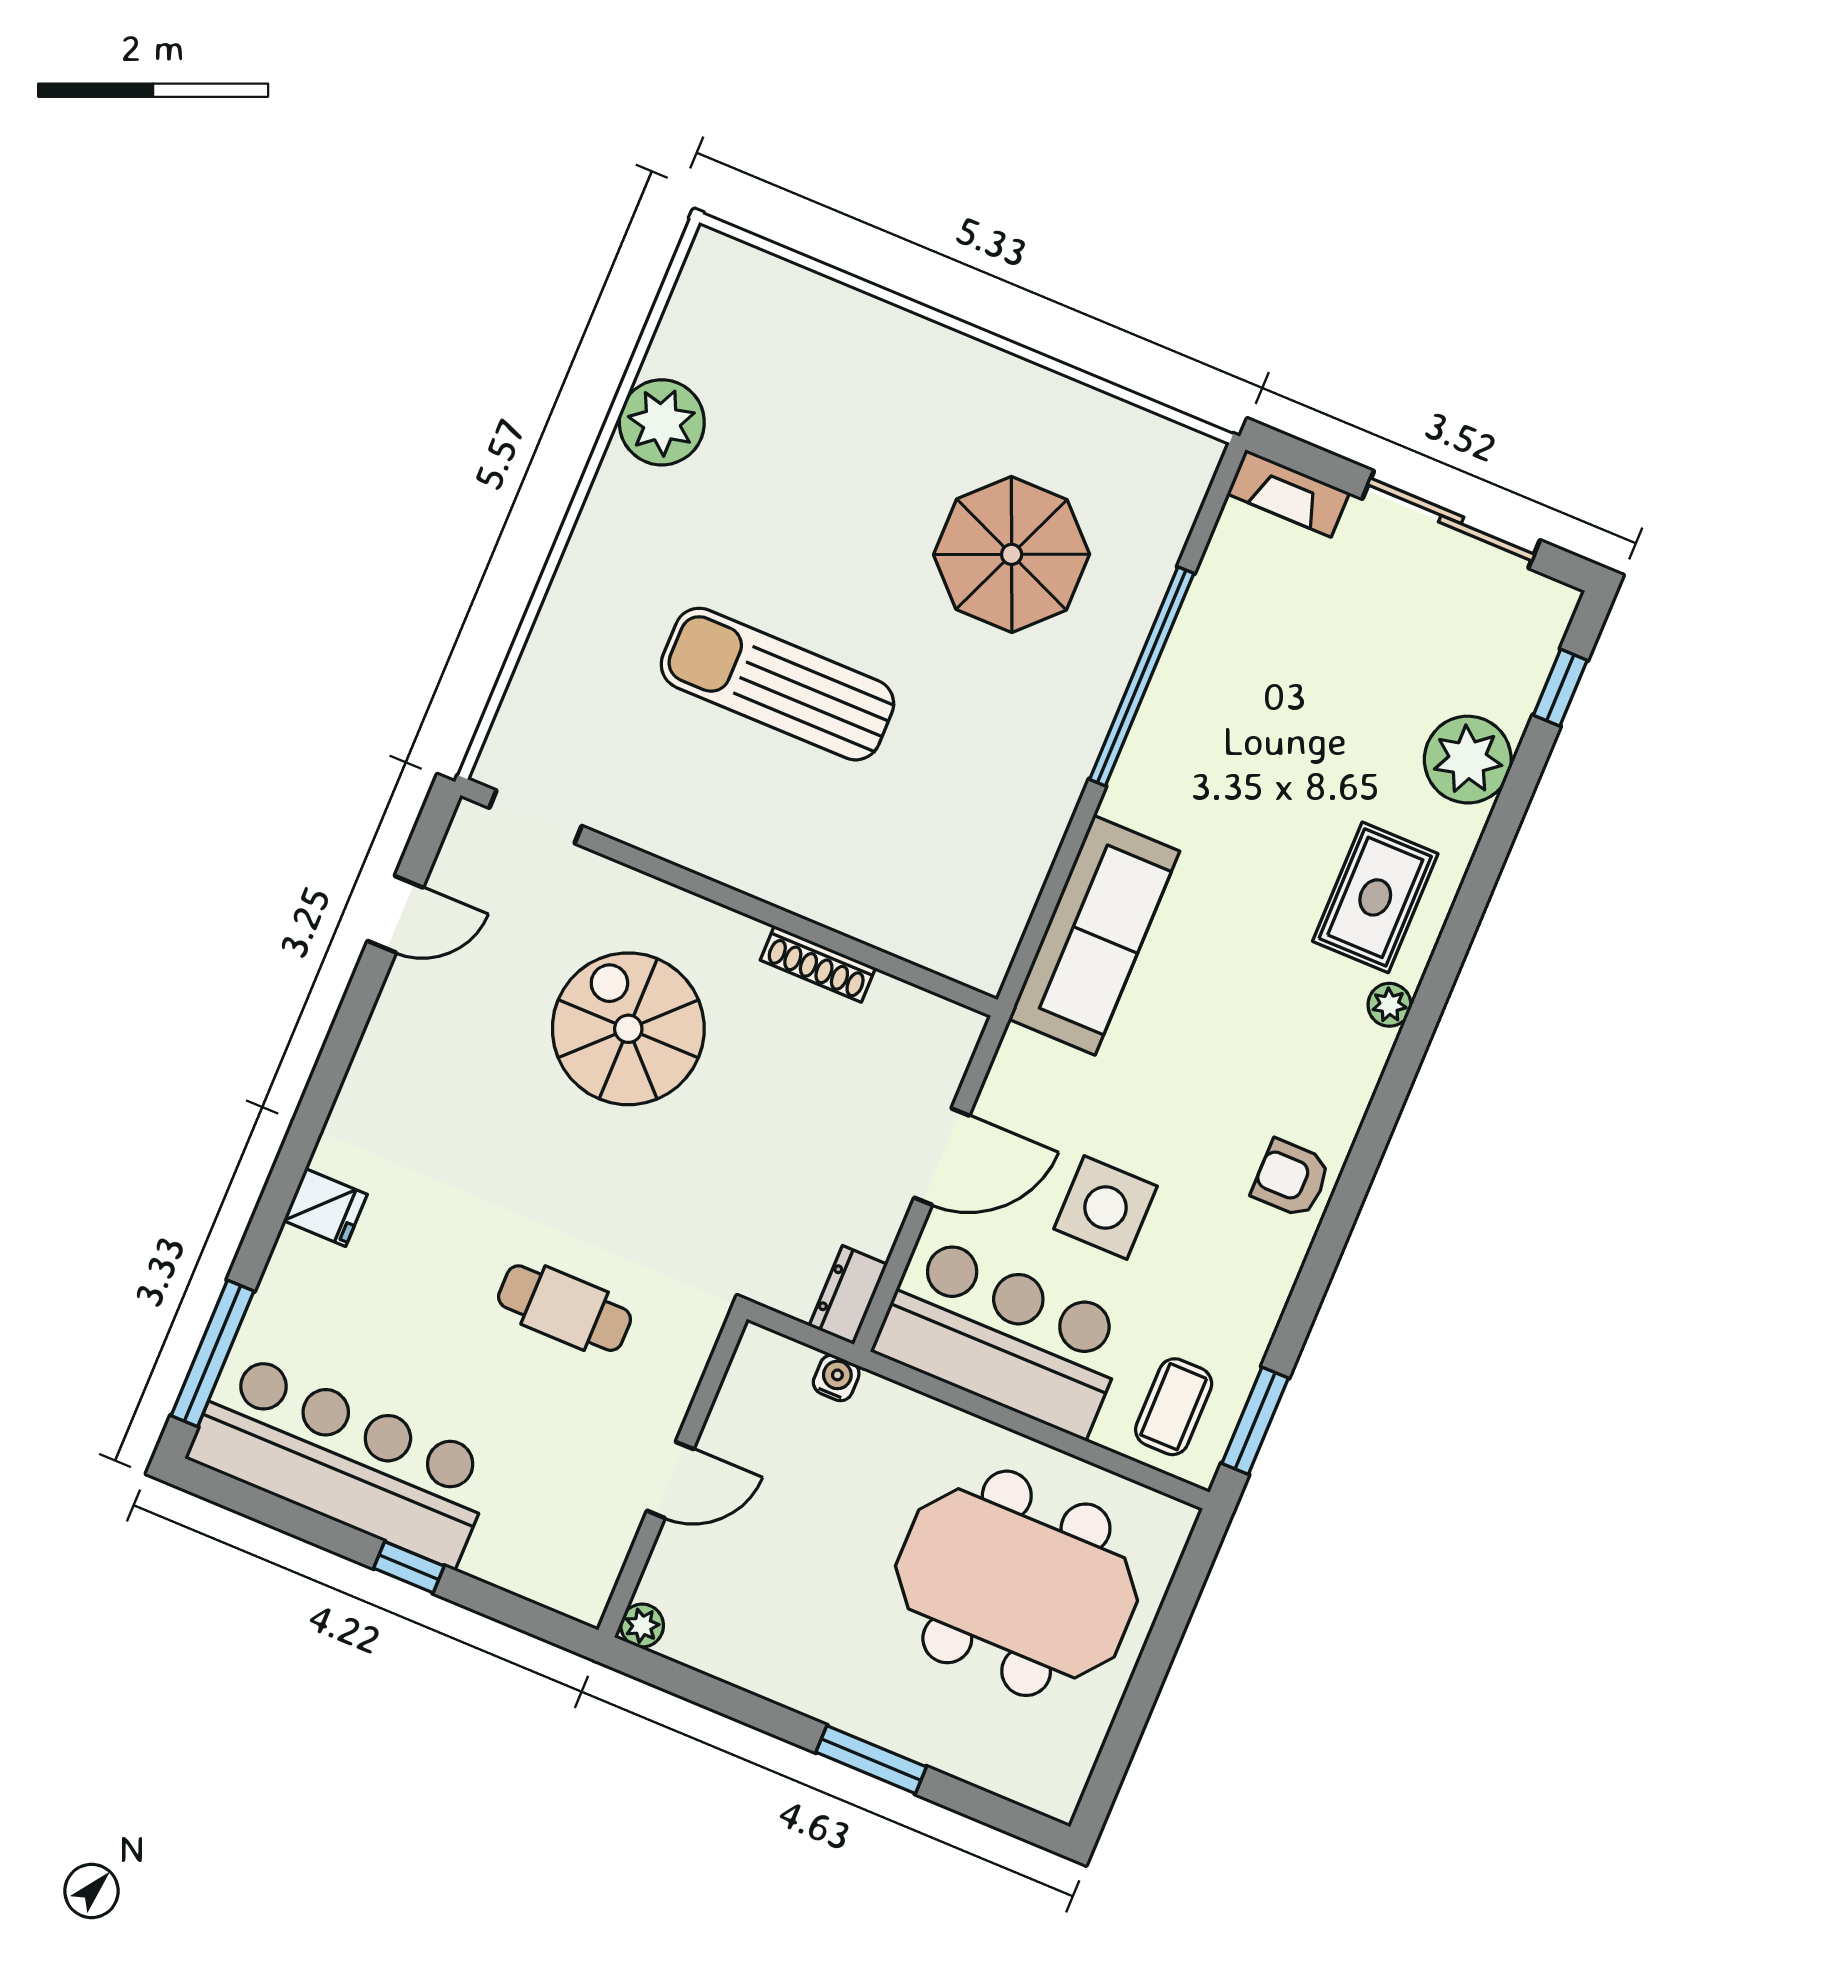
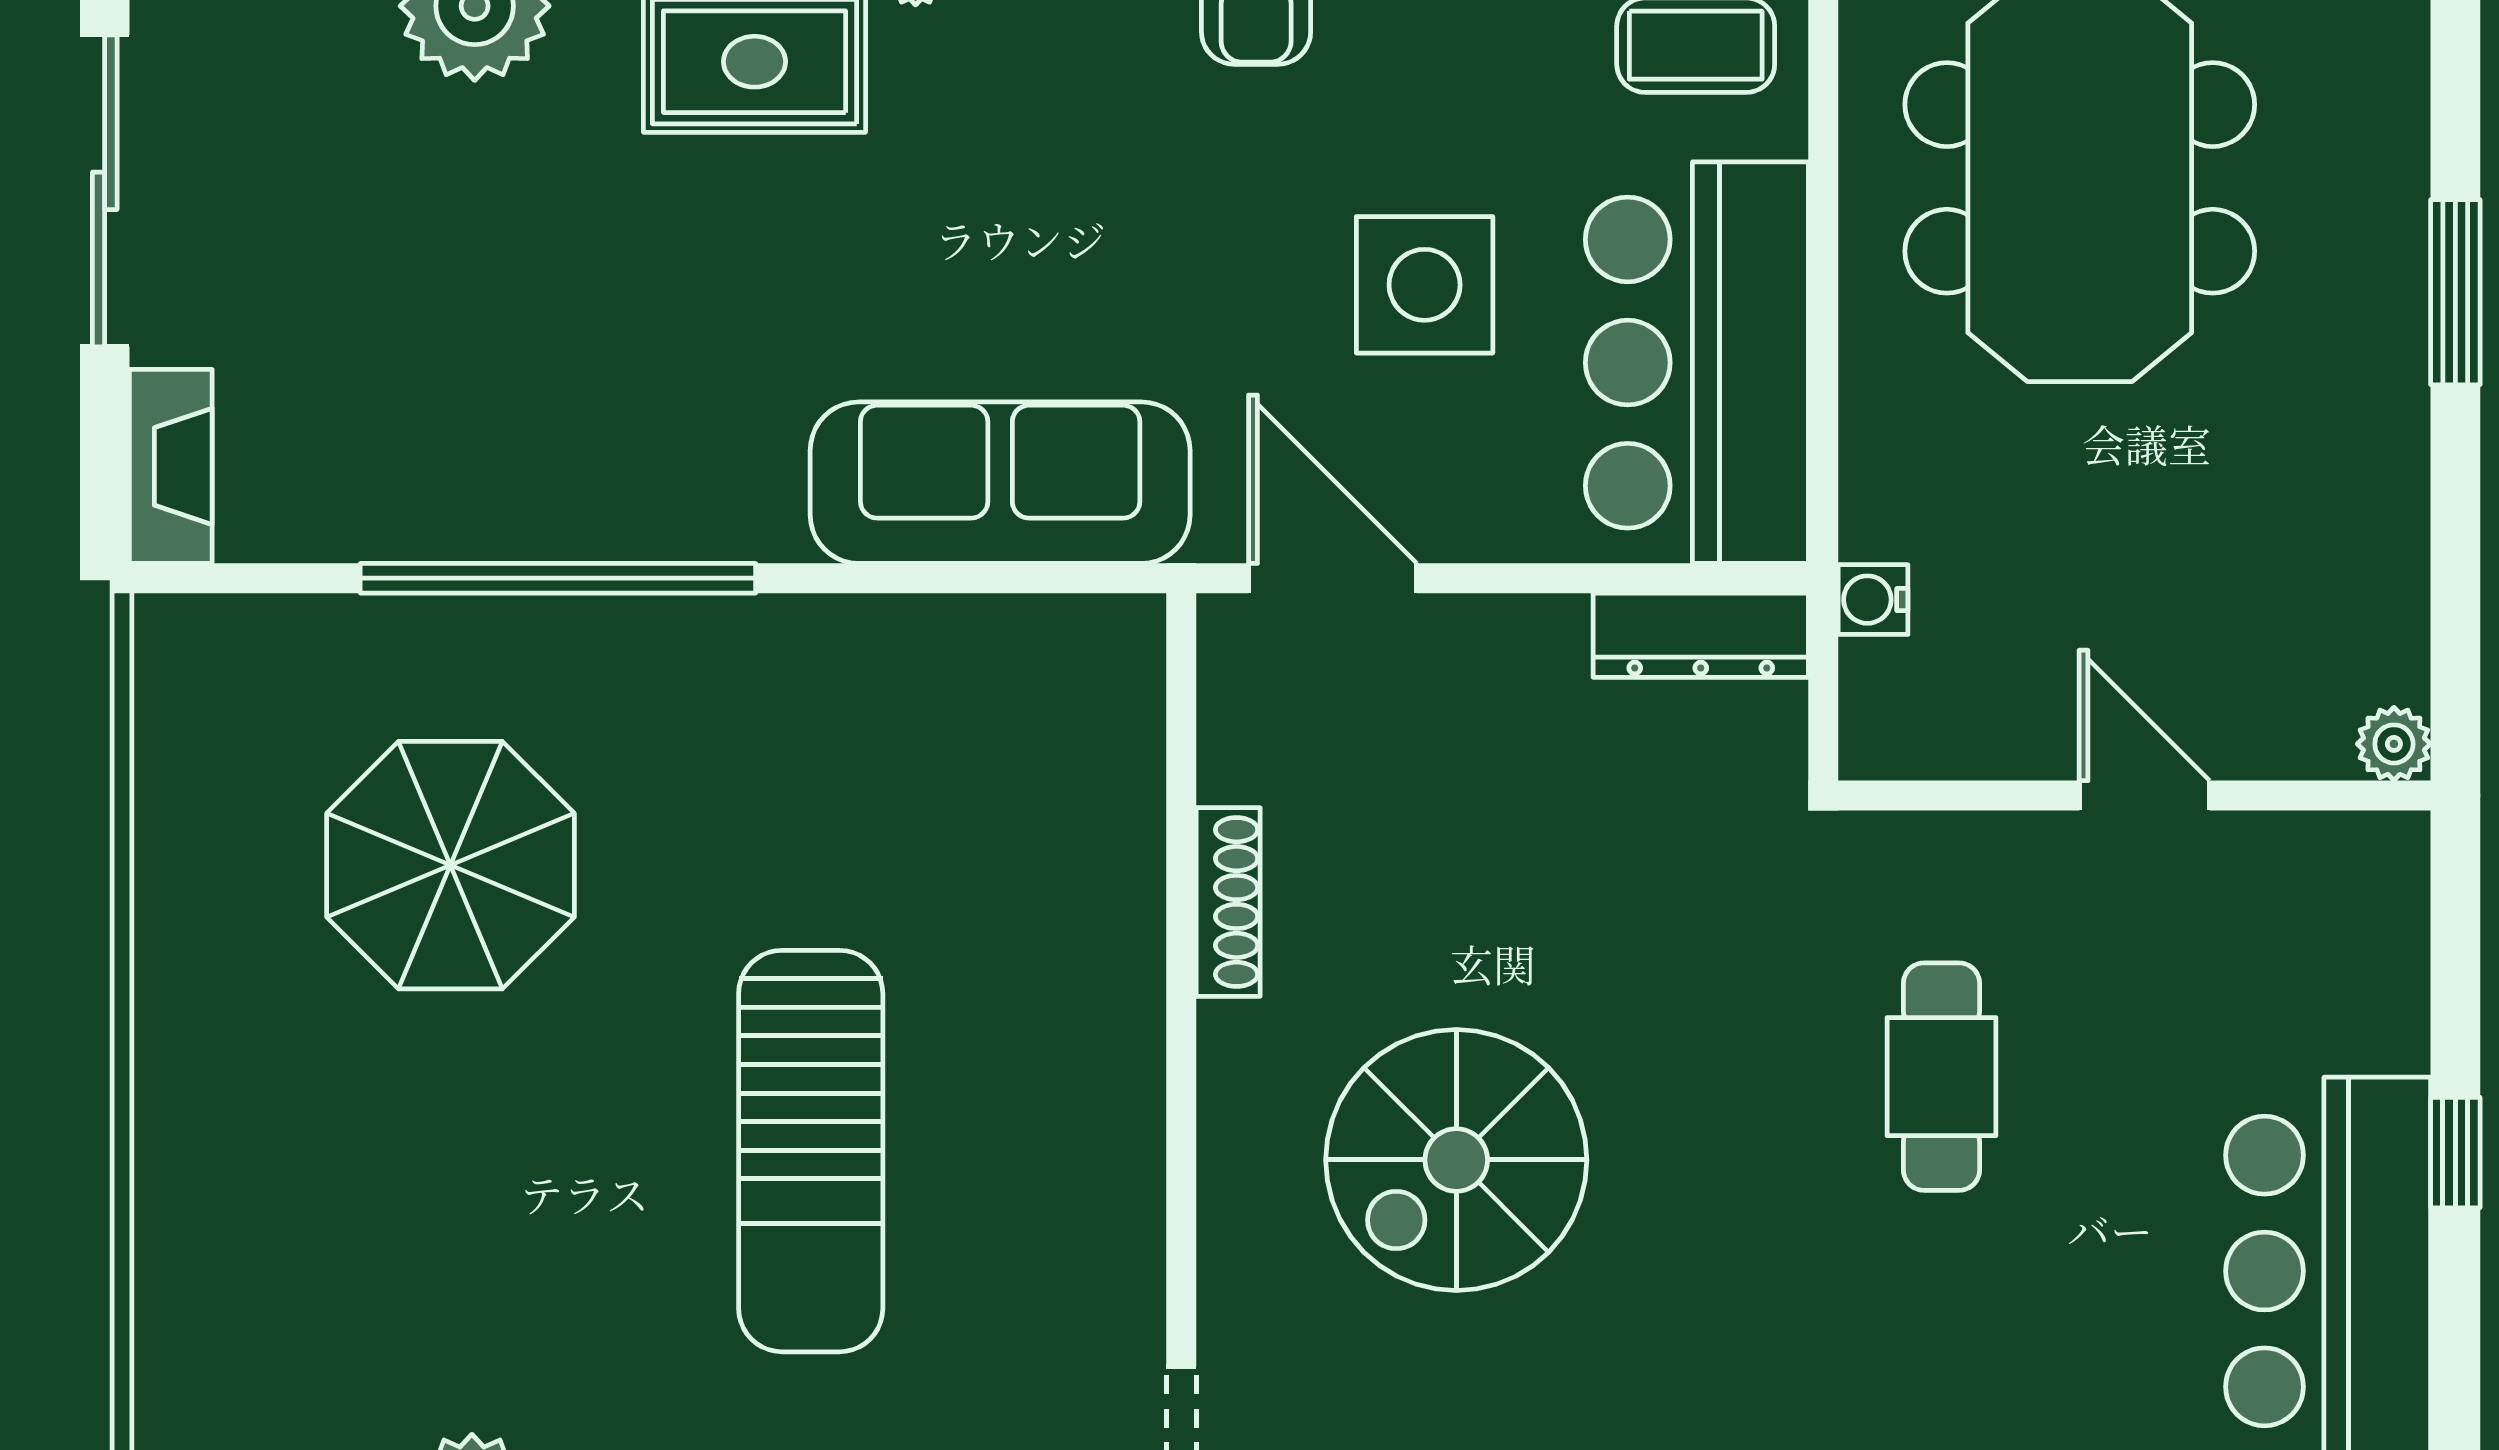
door: (942, 1157) -> (1333, 578), moved
dresser: (848, 1295) -> (1701, 635), width x1.44

